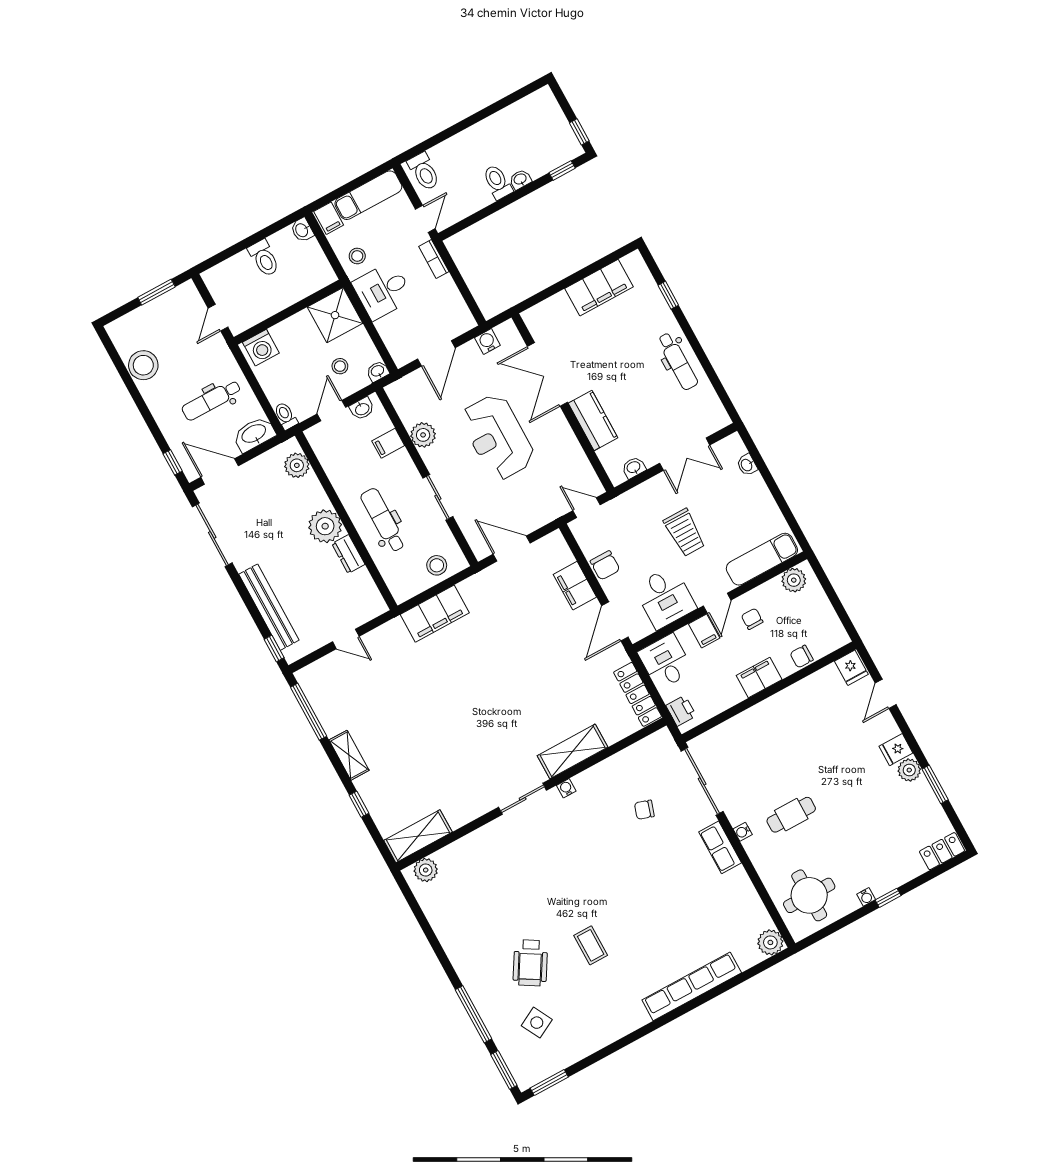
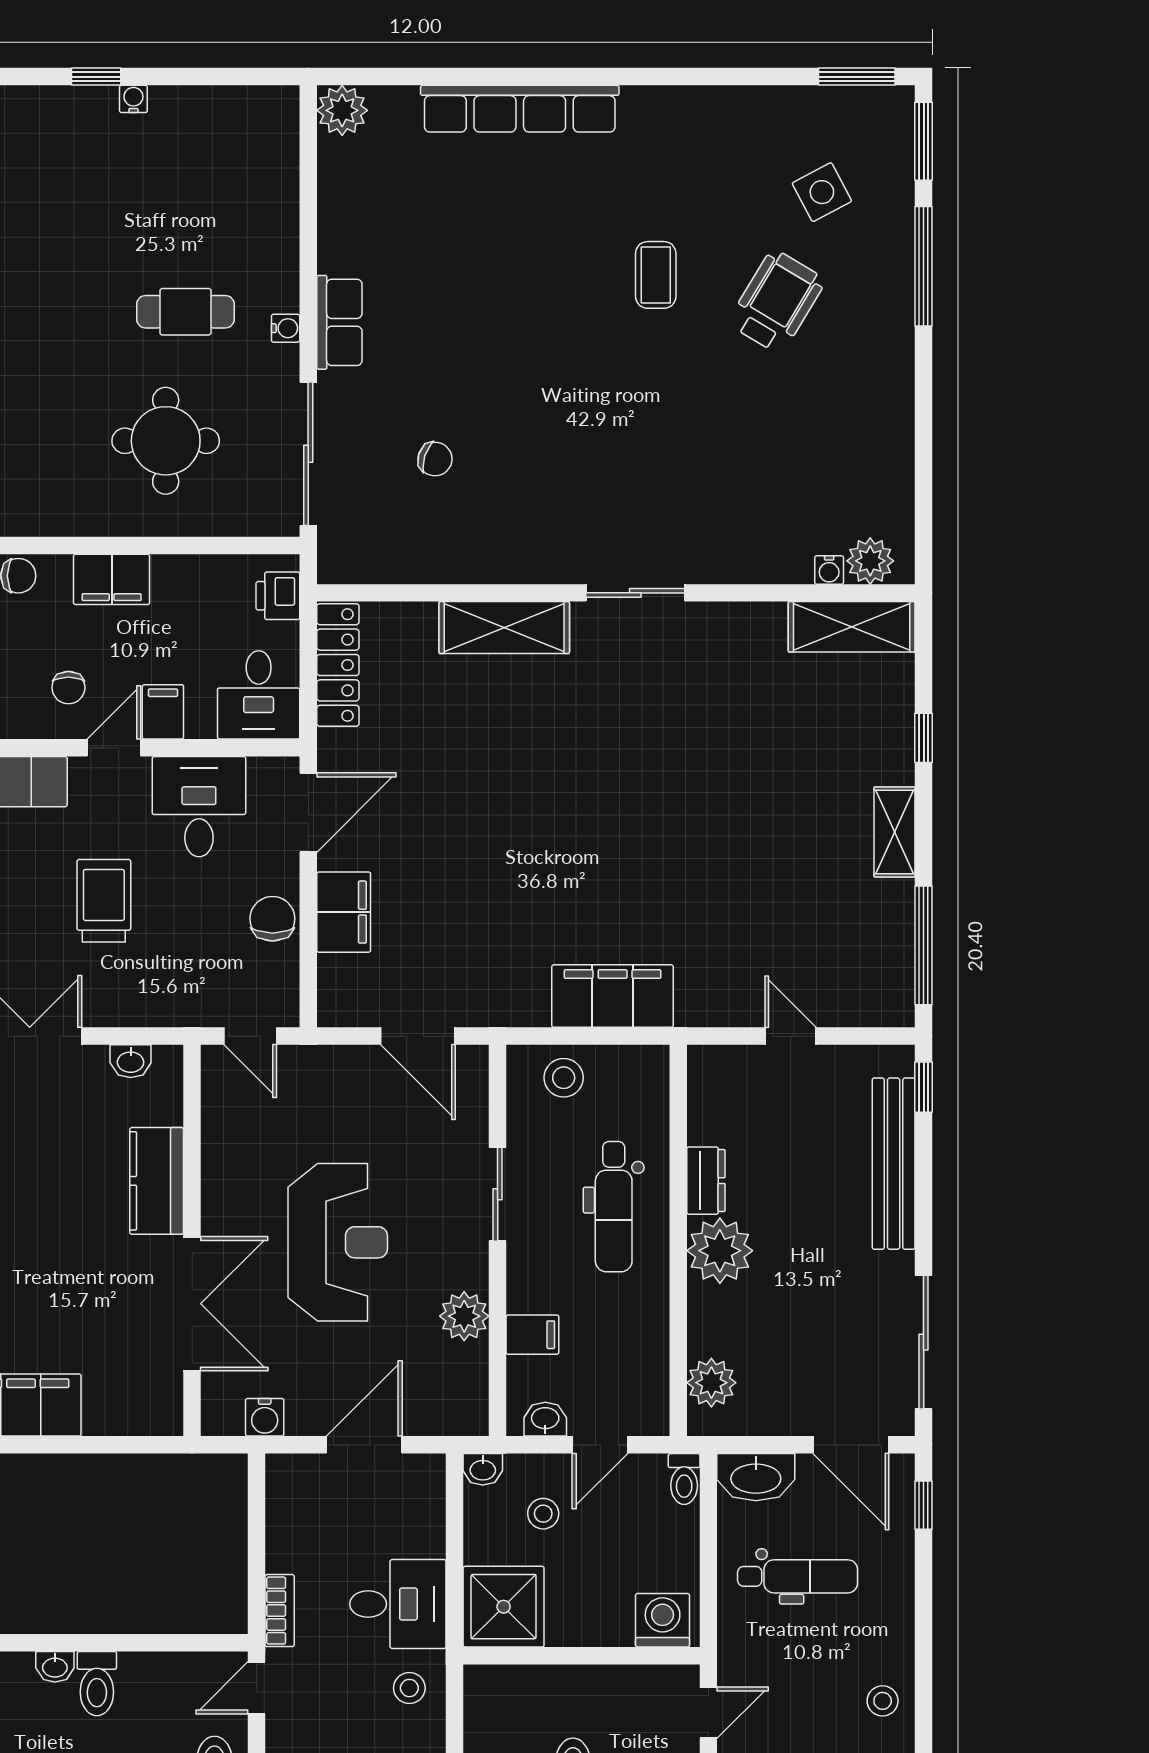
stool: (143, 365) -> (883, 1701), width x0.53, depth x0.53
water cooler: (566, 788) -> (829, 570), moved
round table: (809, 895) -> (166, 441), moved

